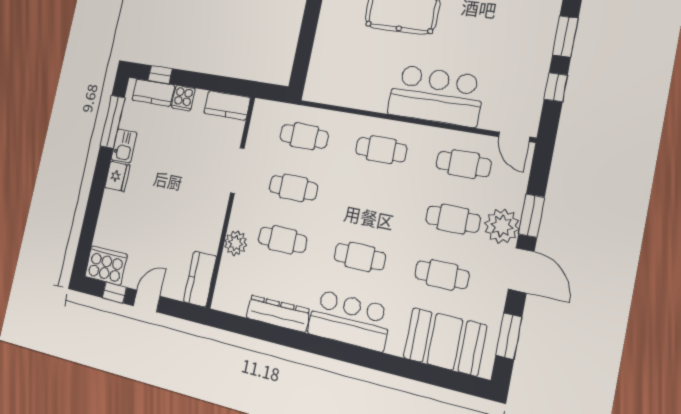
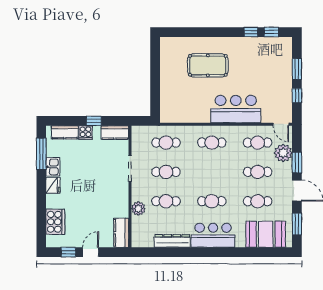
window: (160, 75) -> (94, 121), moved
plant: (502, 226) -> (283, 153), moved
cooker: (106, 265) -> (55, 222), moved, turned 90

